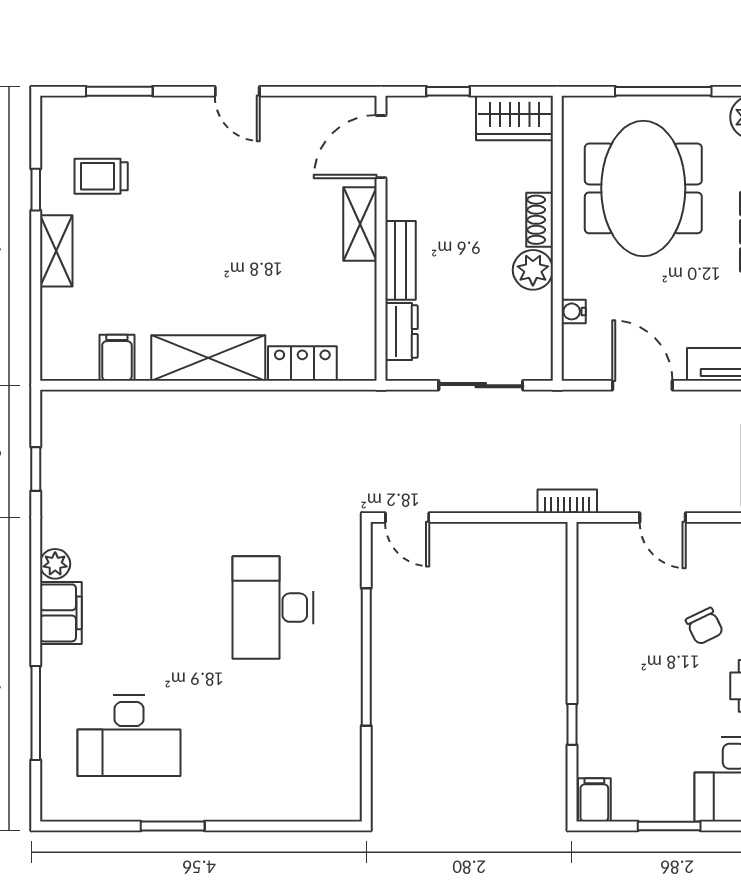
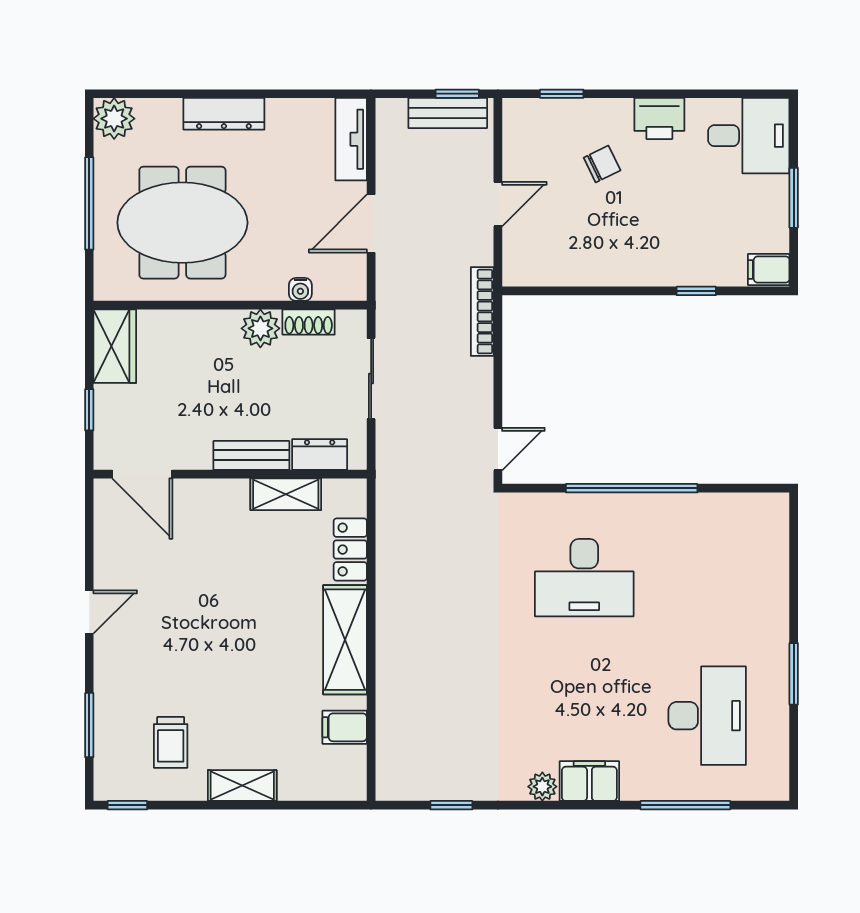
window: (36, 190) -> (127, 805), moved
shoe rack: (540, 220) -> (309, 322), moved
shelving: (360, 224) -> (286, 494), moved
bookcase: (567, 501) -> (482, 312), width x1.56

